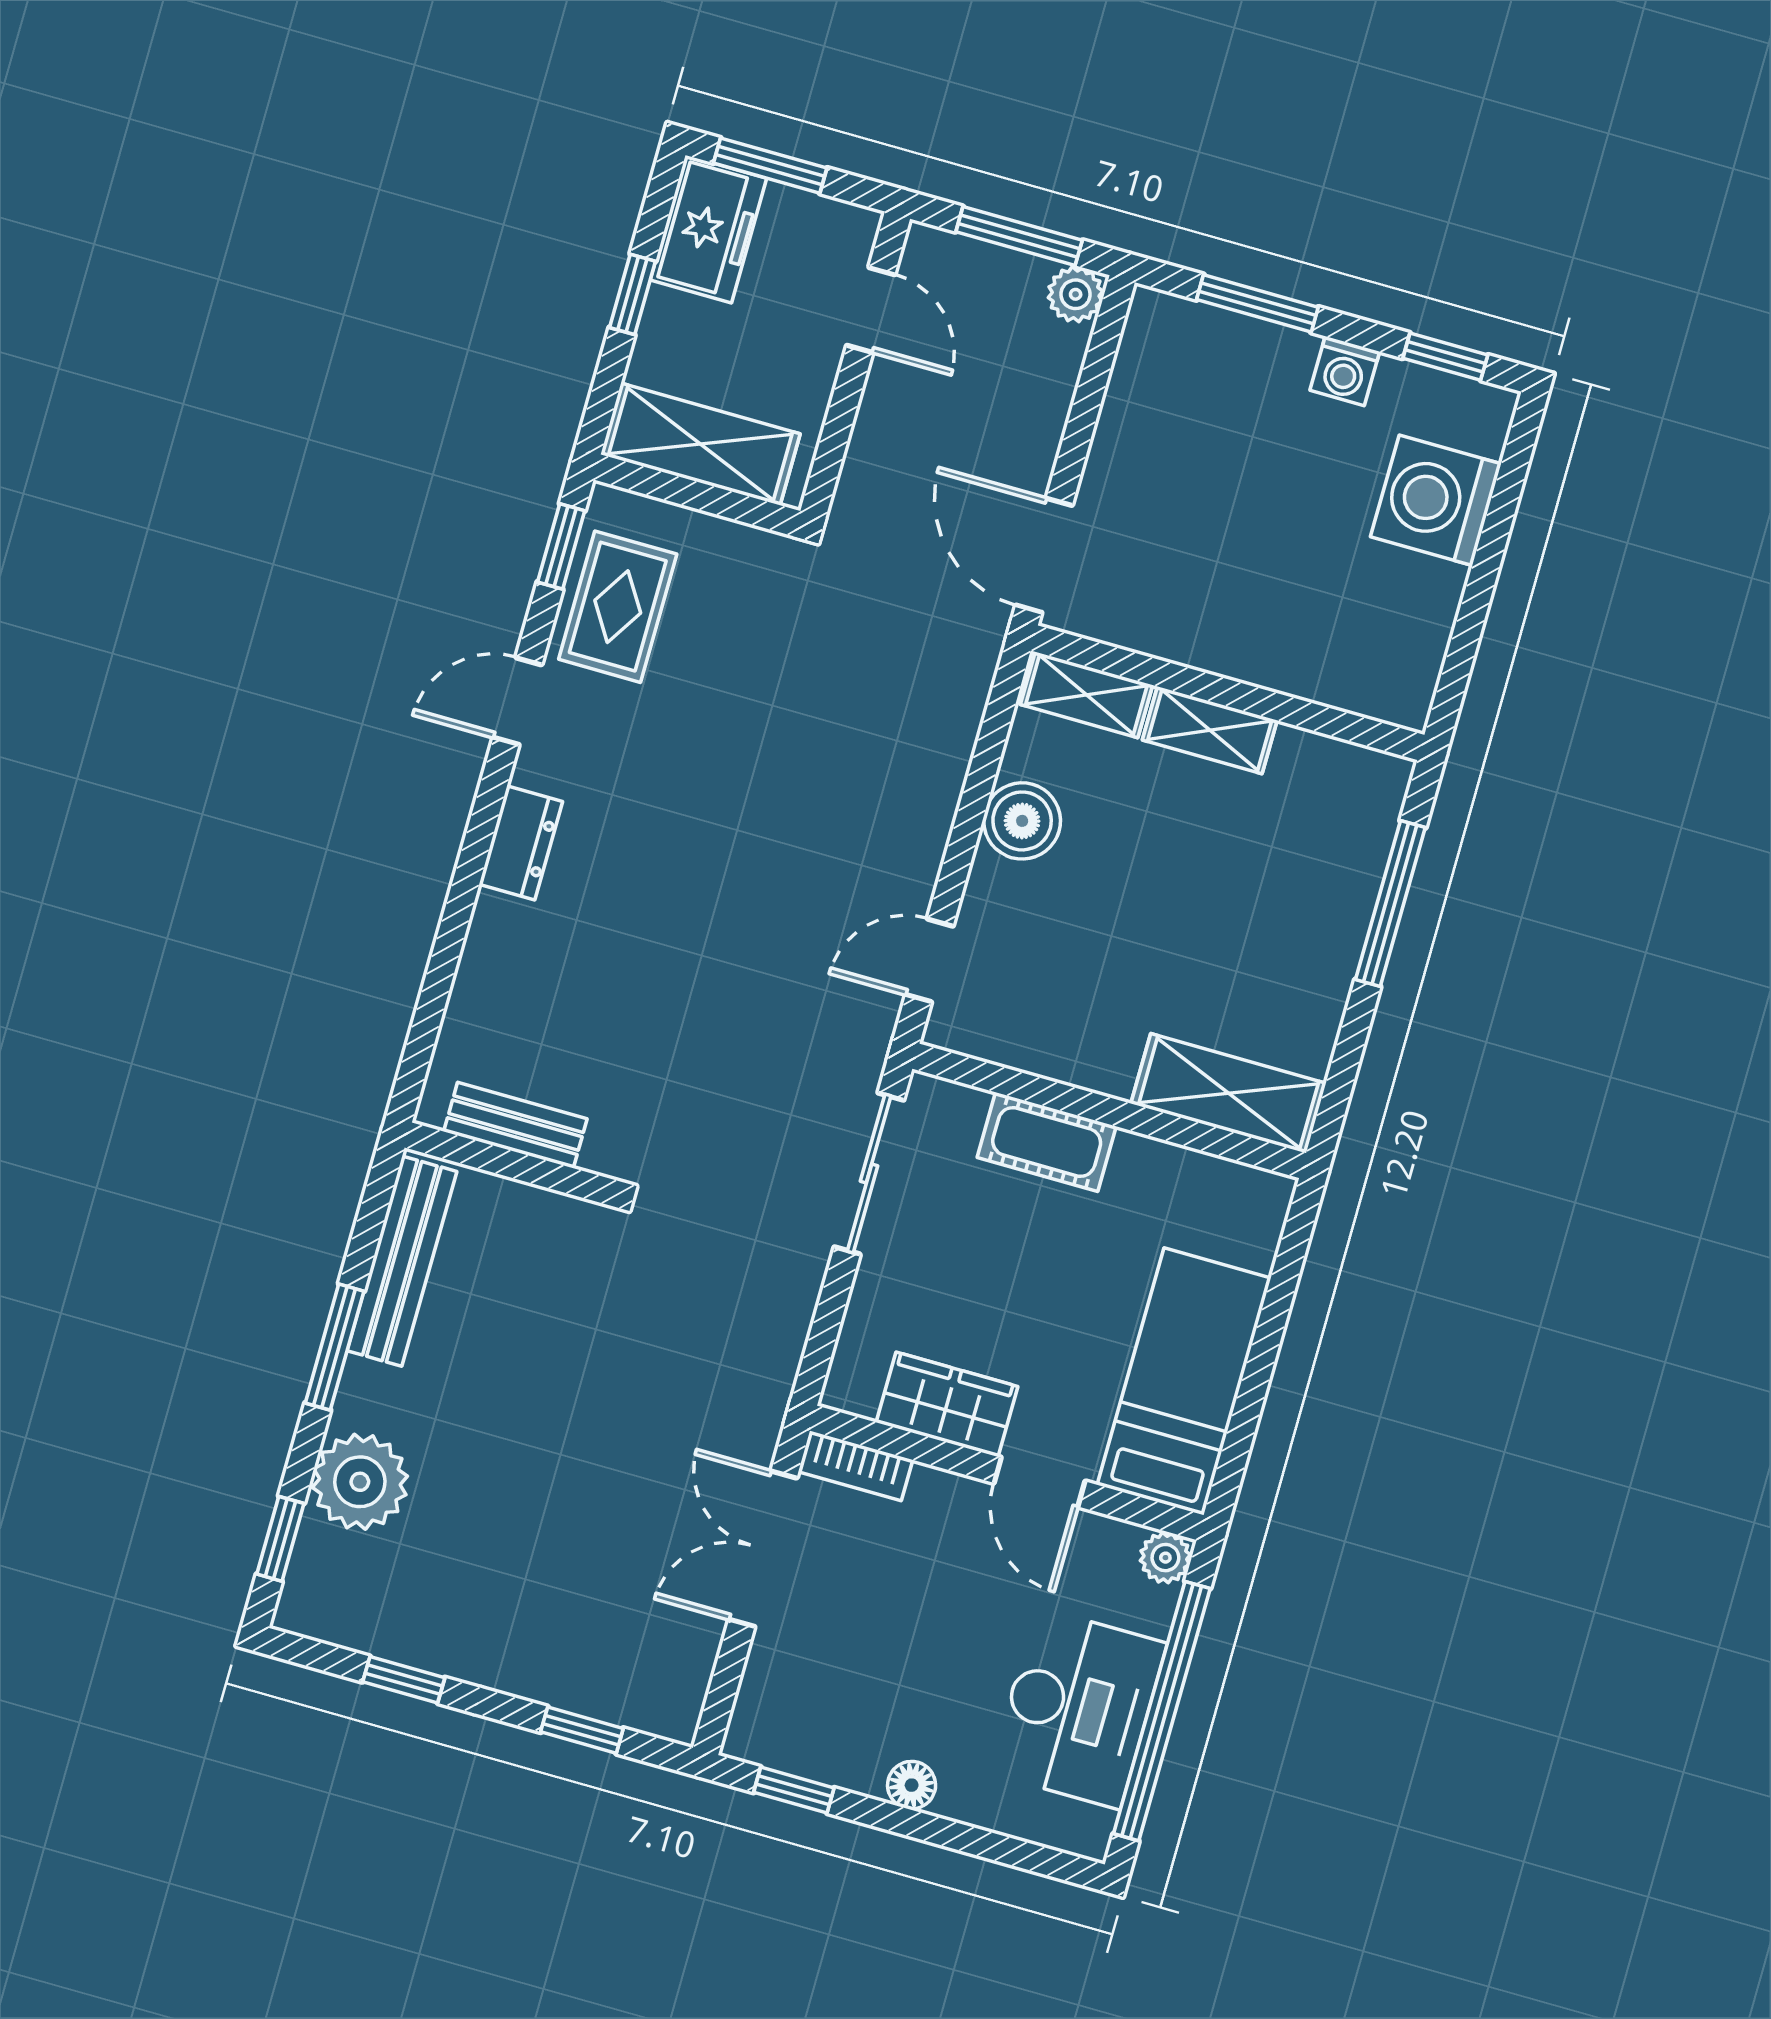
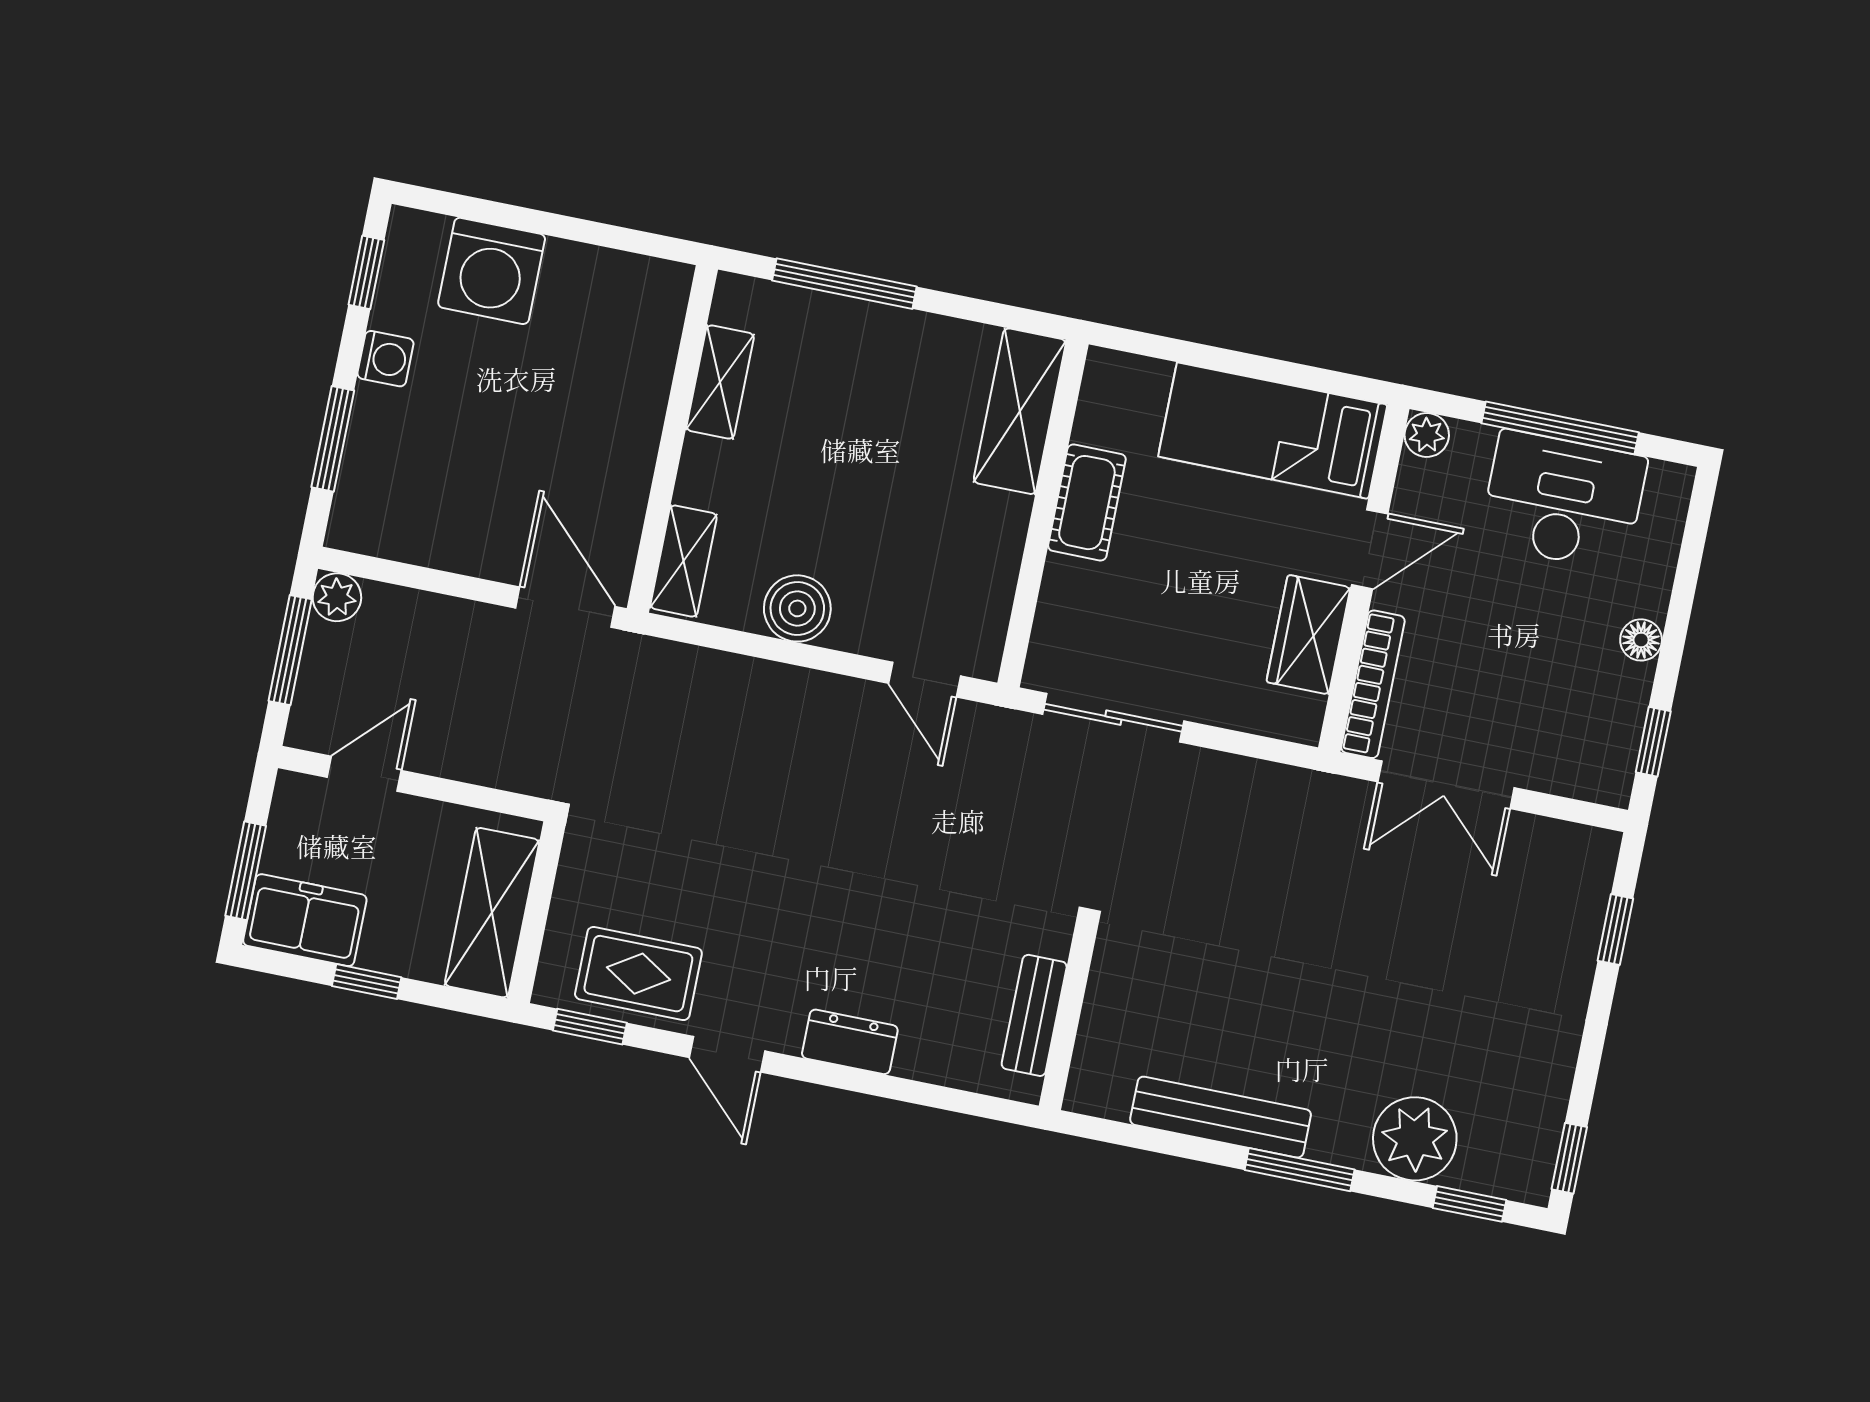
door: (1044, 555) -> (565, 607), swing flipped
shelving: (1210, 730) -> (720, 382), moved
bench: (515, 1125) -> (1034, 1015), moved
cot: (1047, 1142) -> (1087, 503), moved
wall: (508, 1163) -> (1068, 1019), moved
bookcase: (855, 1466) -> (1373, 684), width x1.56
window: (404, 1680) -> (1569, 1158), moved
window: (1162, 1711) -> (1560, 428), width x0.68

